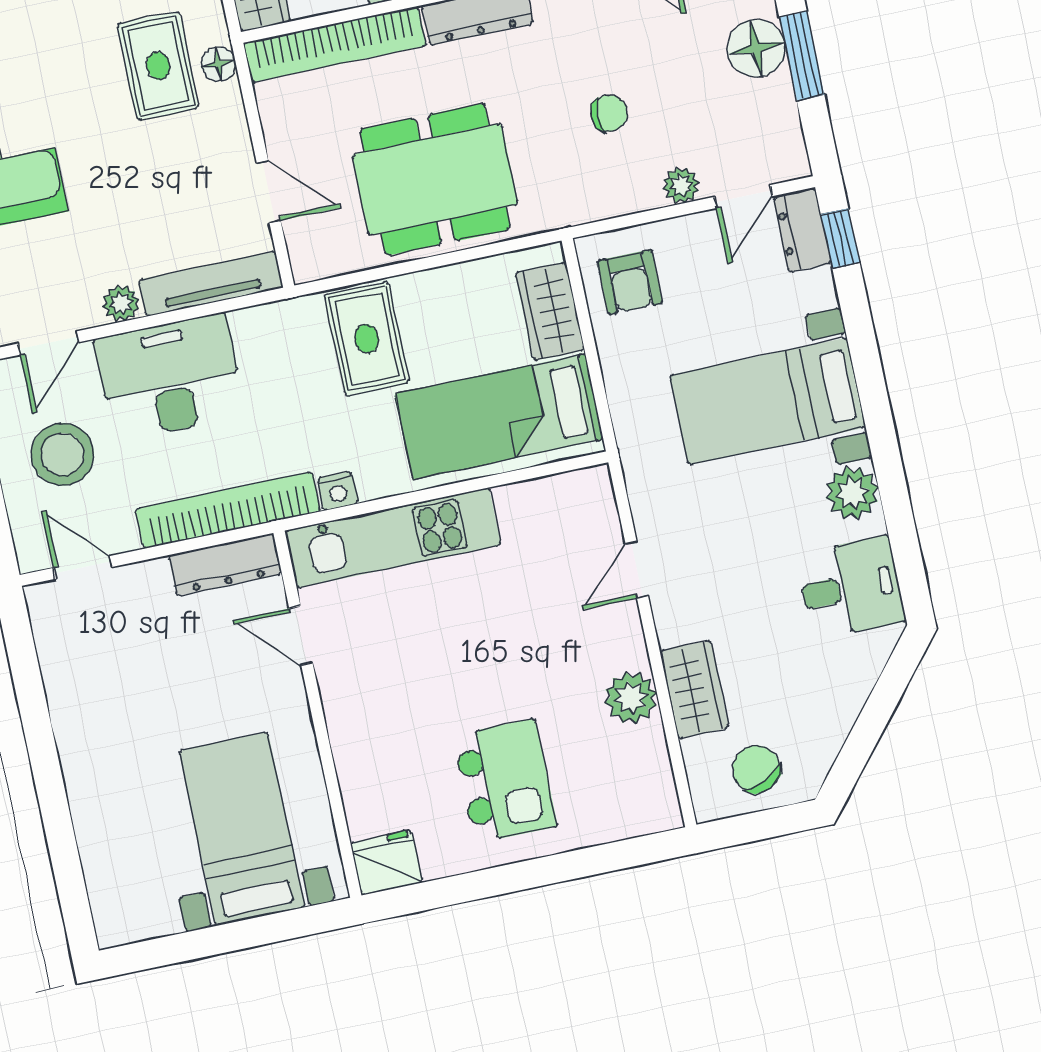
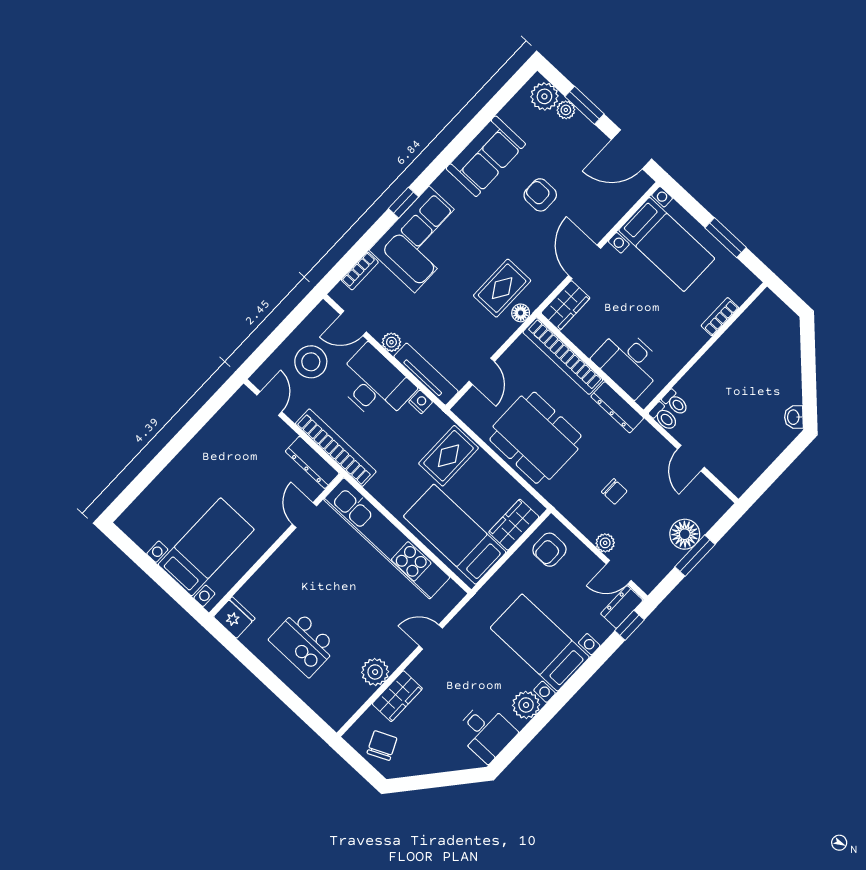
nightstand: (338, 491) -> (421, 402), moved, turned 180
kitchen unit: (393, 538) -> (387, 538), width x1.36
kitchen island: (505, 781) -> (303, 643), turned 90

